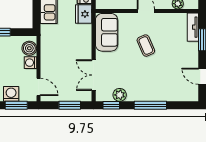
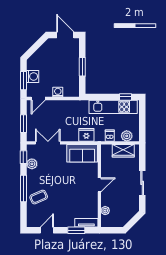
fridge: (84, 14) -> (86, 135), moved
coffee table: (146, 46) -> (39, 197), moved
boiler: (29, 48) -> (69, 91), removed

